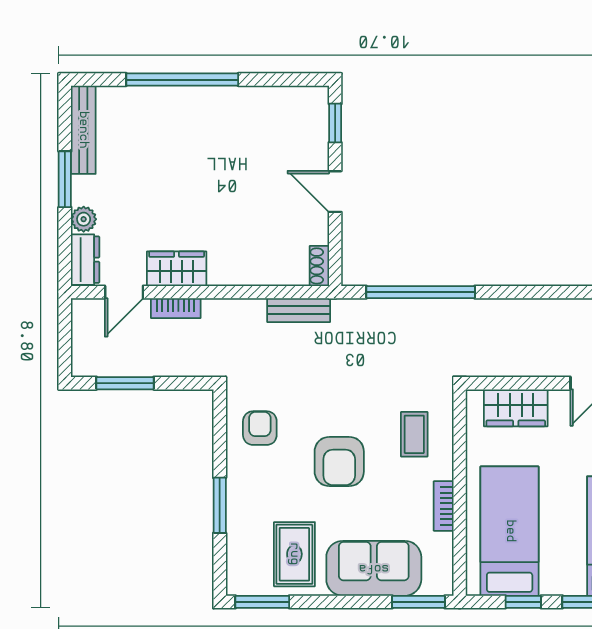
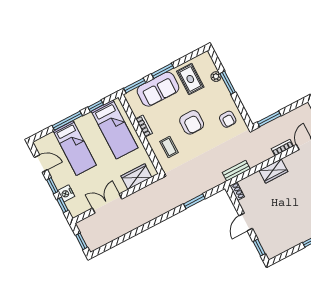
door: (335, 192) -> (246, 222), swing flipped
wardrobe: (177, 269) -> (273, 171), moved
window: (421, 292) -> (194, 201), width x0.47
window: (125, 383) -> (269, 119), moved
armchair: (339, 461) -> (192, 122), turned 180
plant: (238, 531) -> (216, 77), added
window: (262, 602) -> (163, 71), moved

